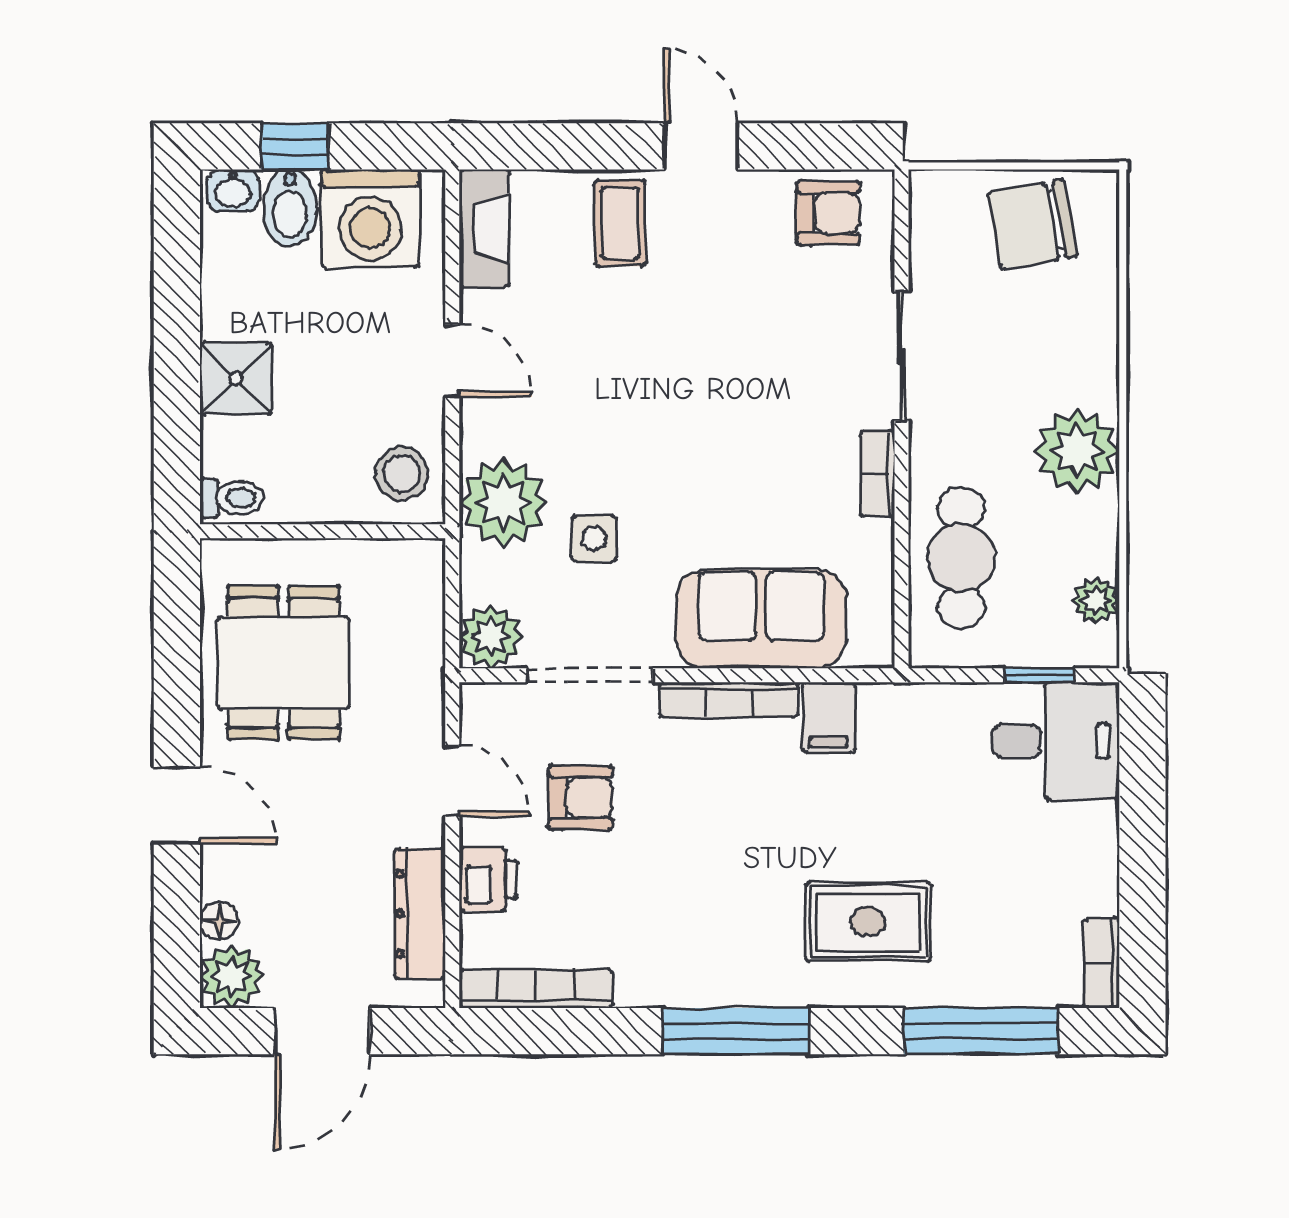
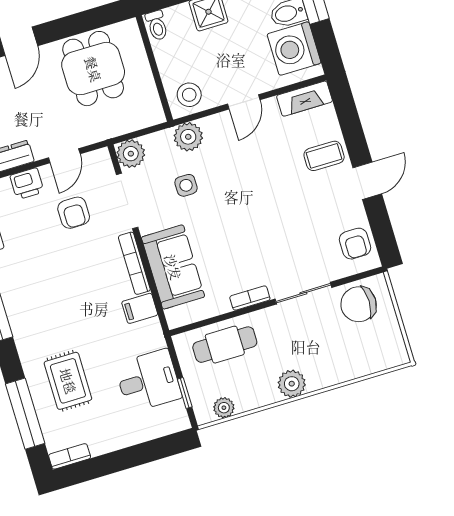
chair: (1032, 224) -> (359, 304), moved, turned -80
plant: (1077, 451) -> (292, 384), width x0.73, depth x0.73
plant: (503, 502) -> (188, 137), width x0.73, depth x0.73
dining table: (283, 663) -> (93, 69), turned 90
desk: (1056, 741) -> (148, 381), moved, turned -90
rug: (868, 922) -> (68, 381), moved

